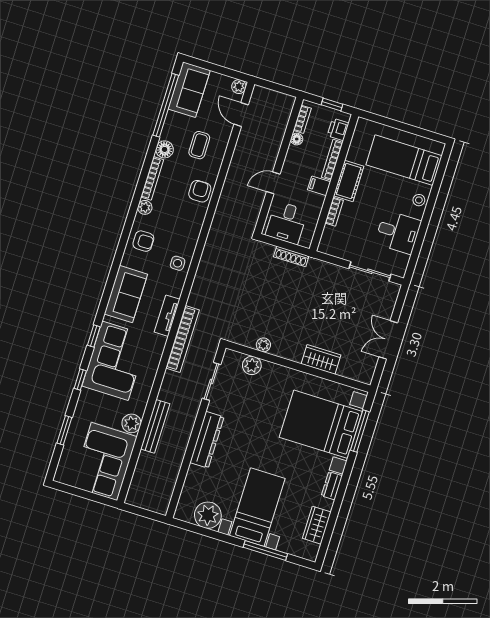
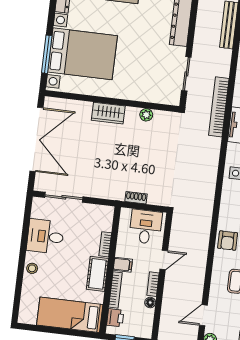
door: (241, 115) -> (203, 315), swing flipped
bookcase: (302, 119) -> (153, 284), moved
bed: (404, 160) -> (70, 315), moved, turned 180
shoe rack: (291, 256) -> (136, 198), width x0.70
double door: (388, 340) -> (36, 139), width x1.87
wardrobe: (321, 359) -> (108, 113), moved
plant: (252, 365) -> (153, 95), removed

